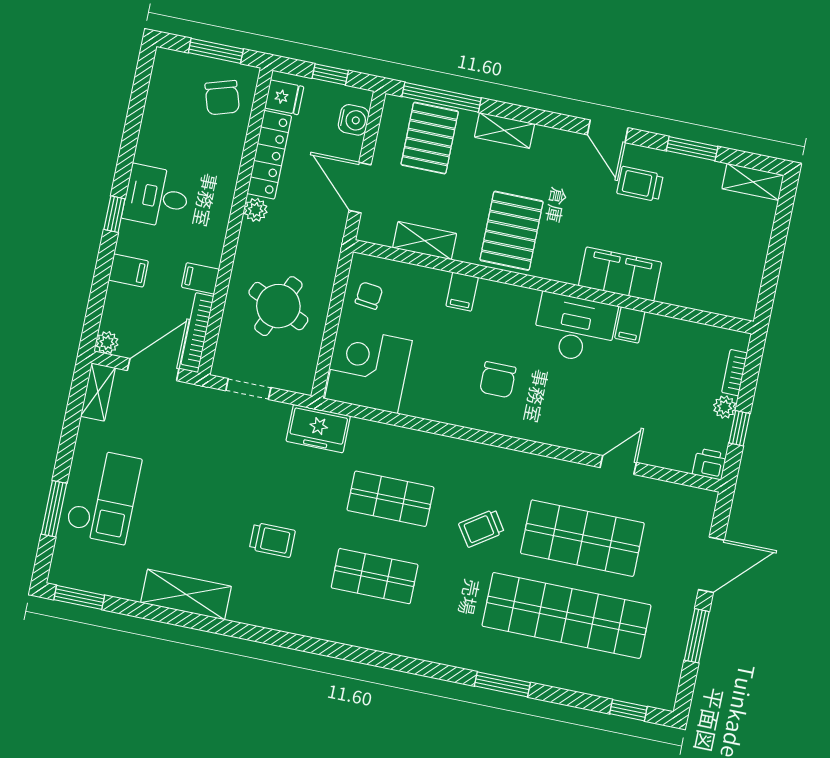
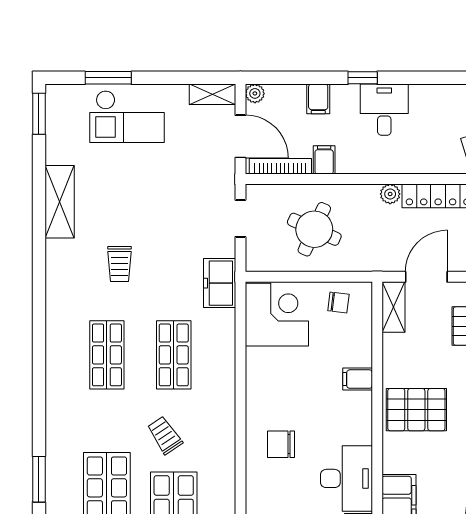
shelving: (425, 241) -> (393, 307), moved
chair: (498, 380) -> (281, 444), moved

